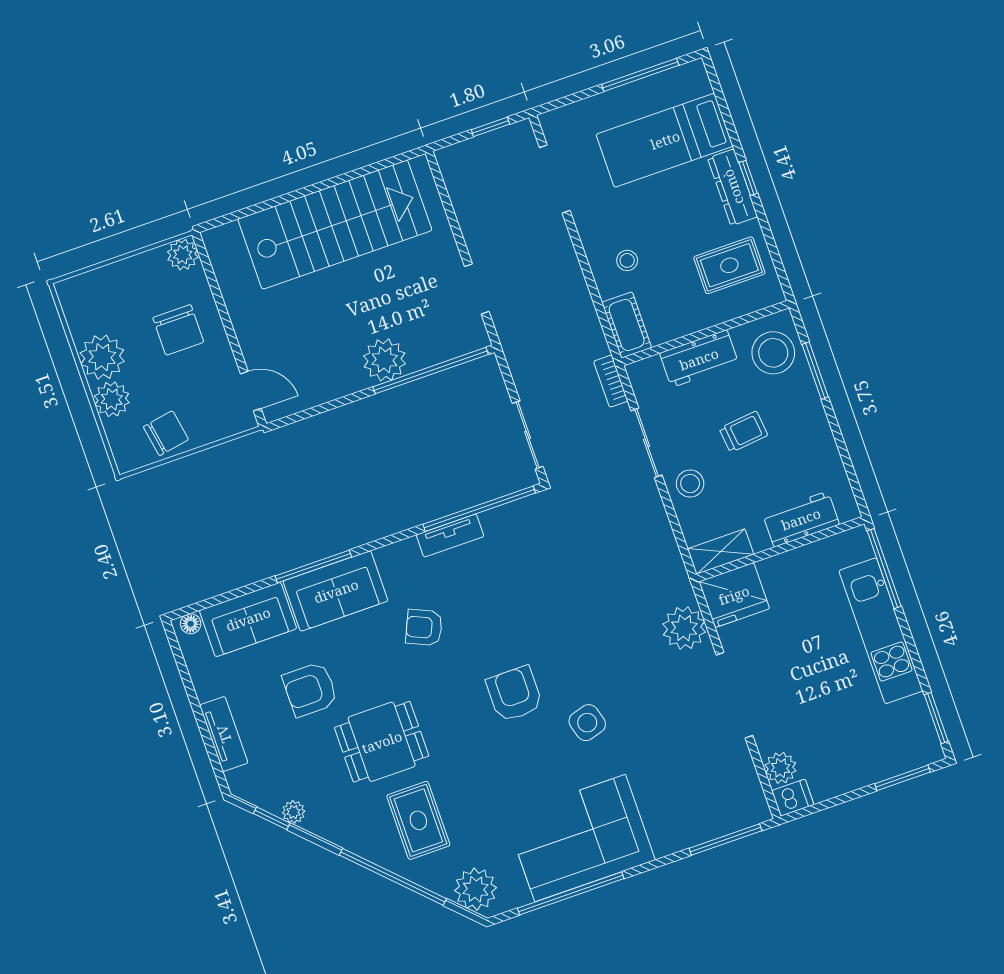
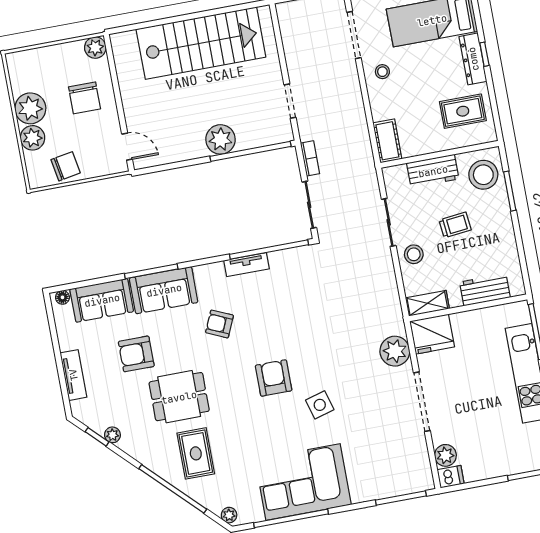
stool: (627, 260) -> (382, 72), moved
bookcase: (611, 381) -> (310, 158), moved, turned 180
plant: (476, 889) -> (229, 515), width x0.53, depth x0.53

